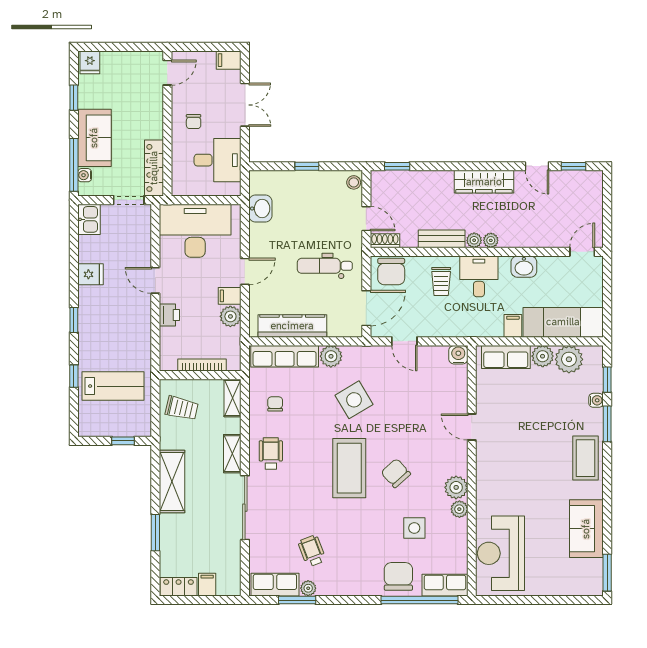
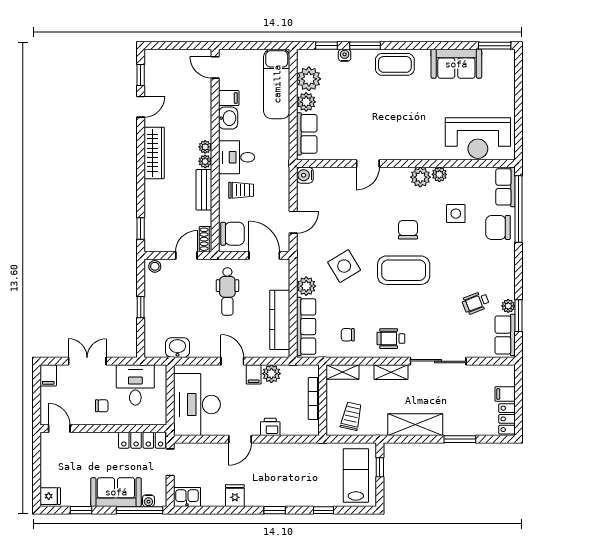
filing cabinet: (513, 326) -> (229, 98), moved, turned 180
lab bench: (113, 386) -> (356, 476), moved
chair: (396, 473) -> (408, 230), turned 132

